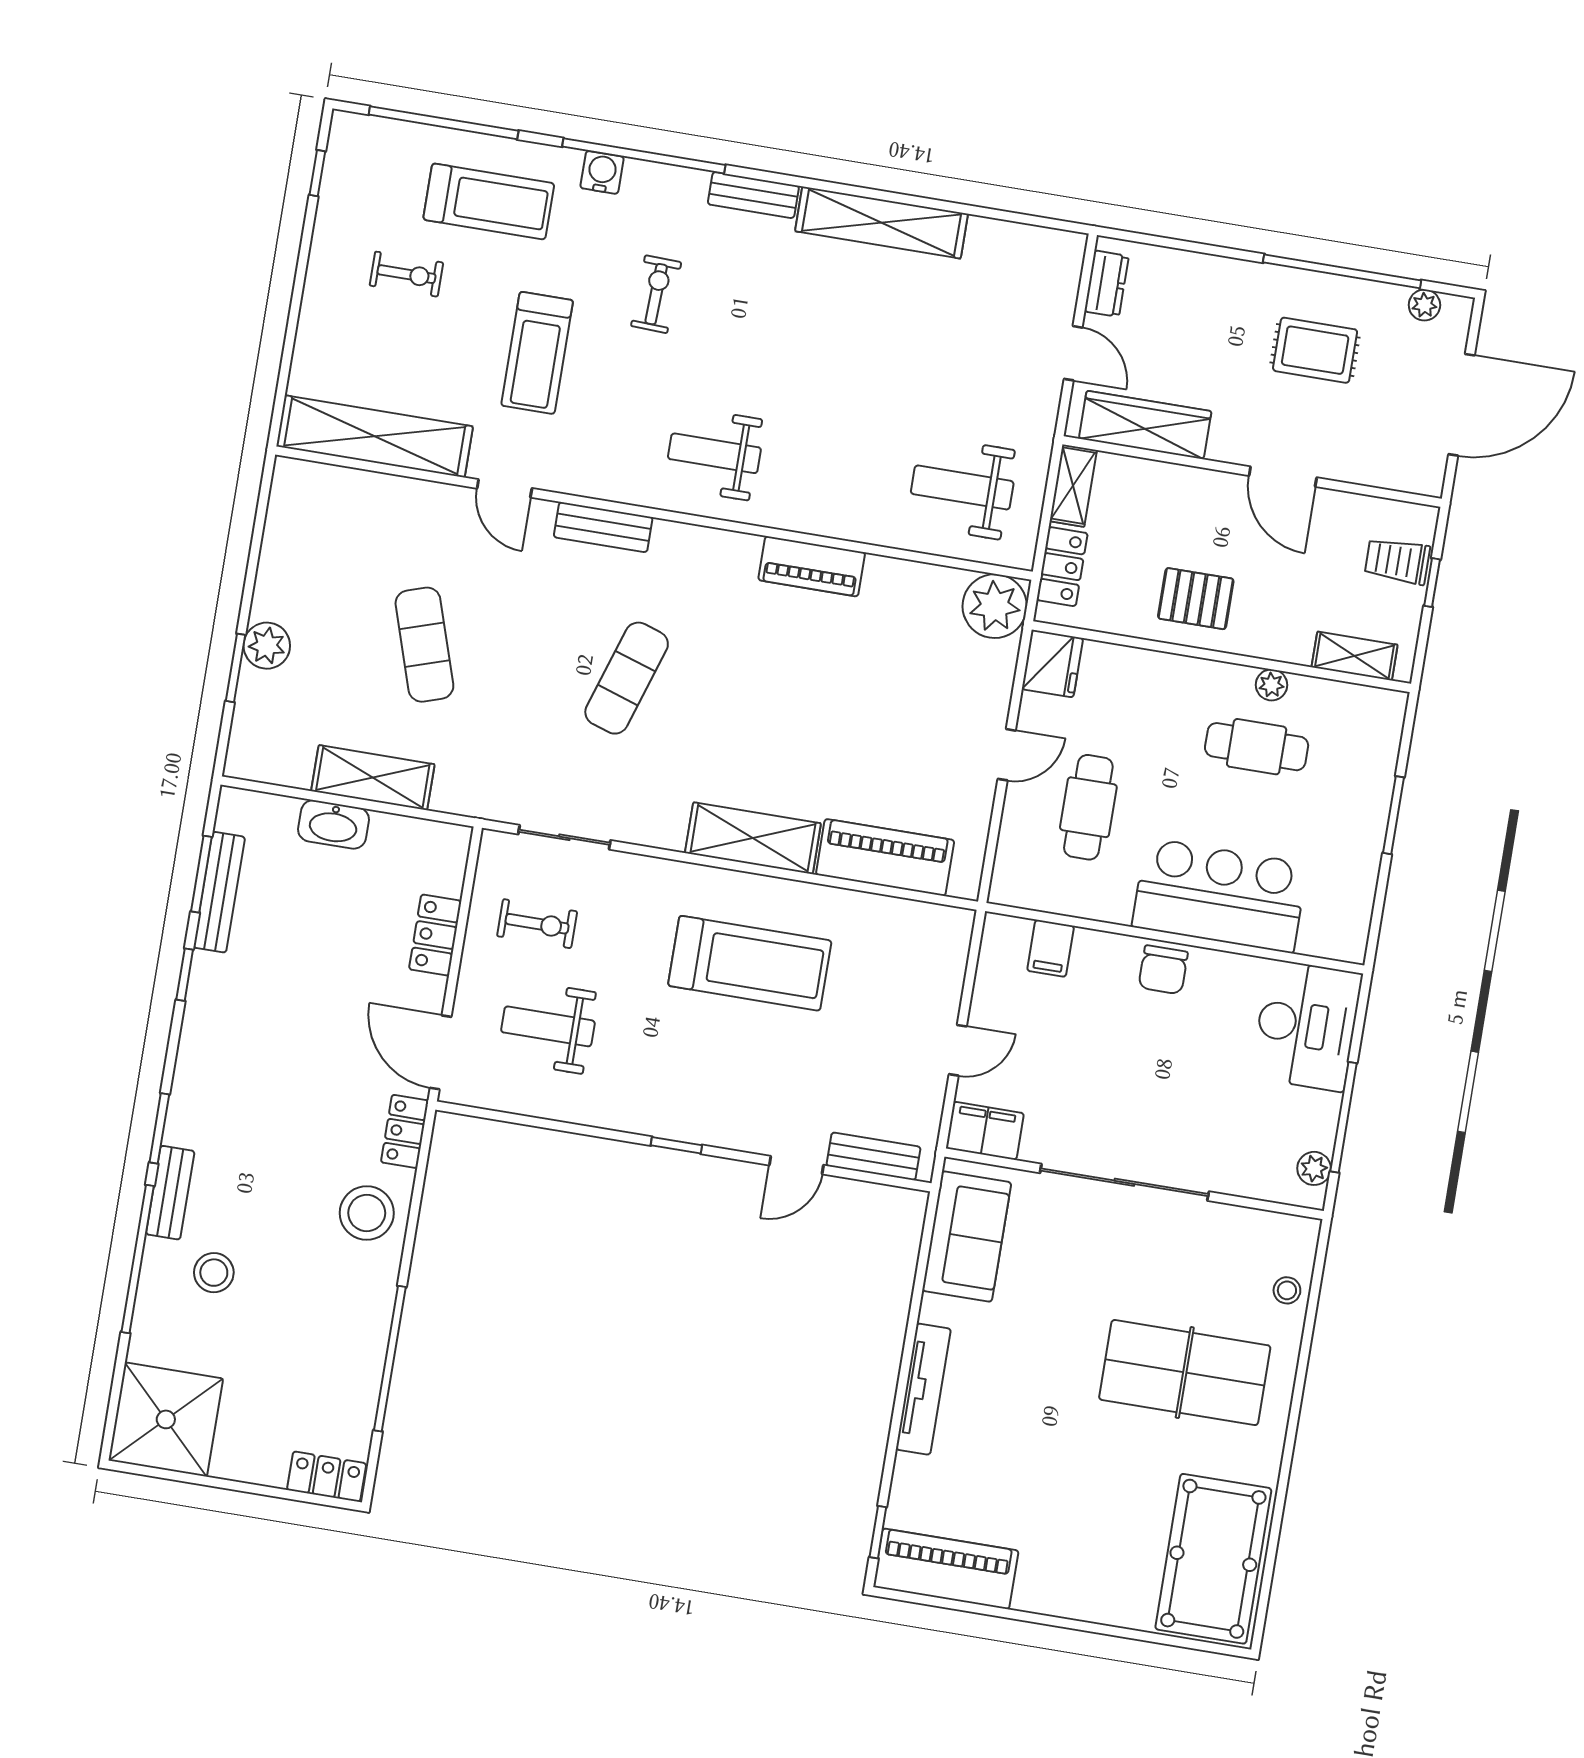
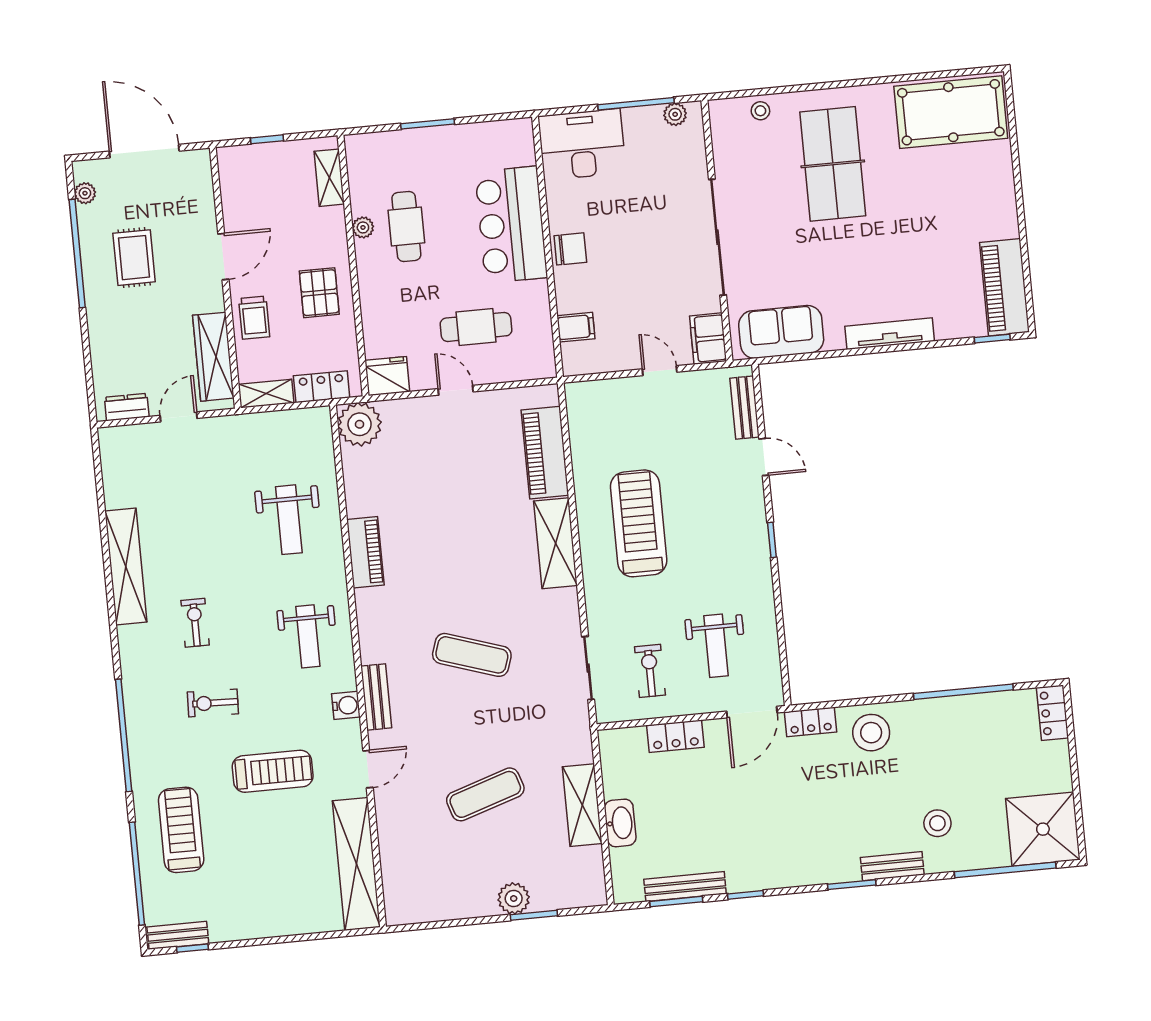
water cooler: (602, 172) -> (346, 705), moved, turned 180
bench: (753, 195) -> (178, 935), moved, turned 90
exercise bike: (406, 274) -> (195, 623), moved
weight bench: (962, 487) -> (289, 520), moved
trolley: (1397, 561) -> (254, 318), moved
window: (138, 1259) -> (1005, 870), moved

